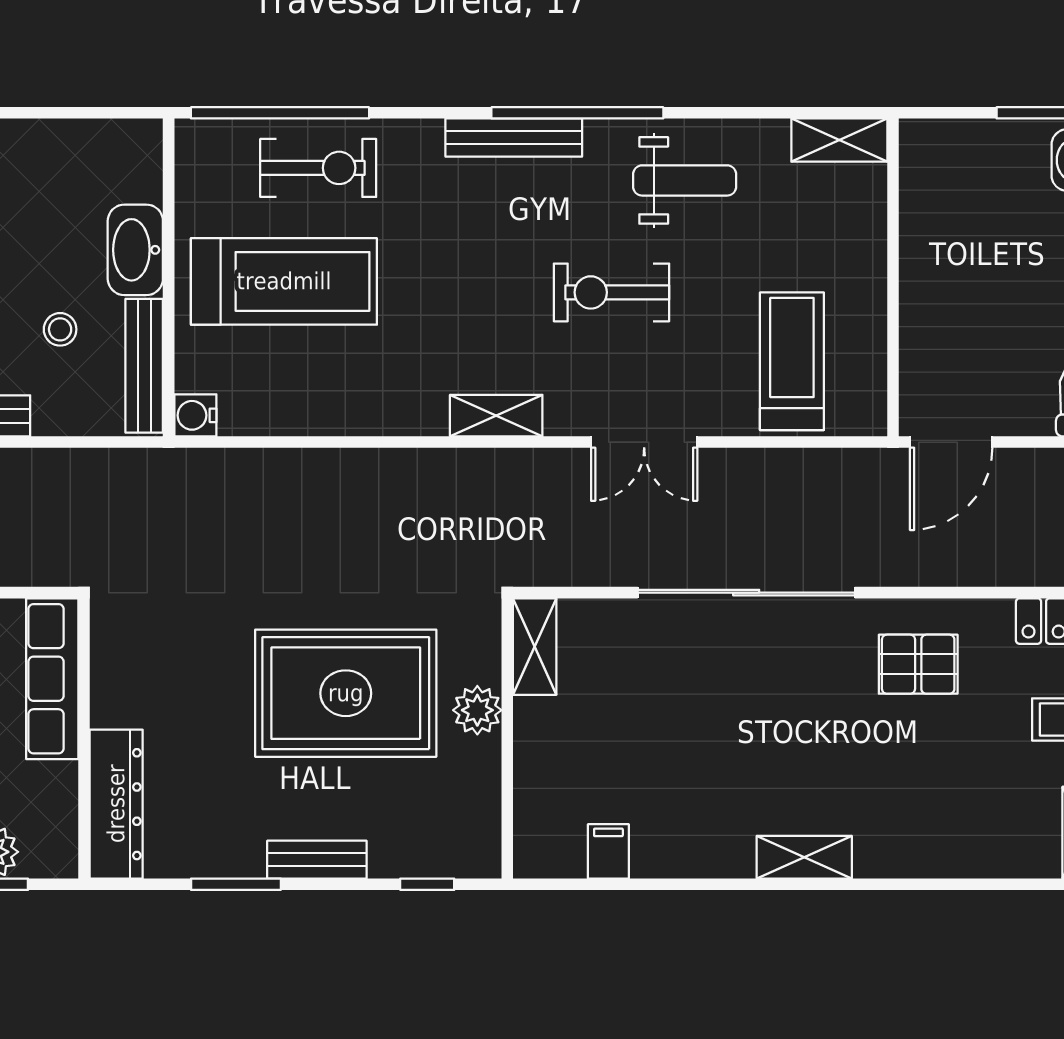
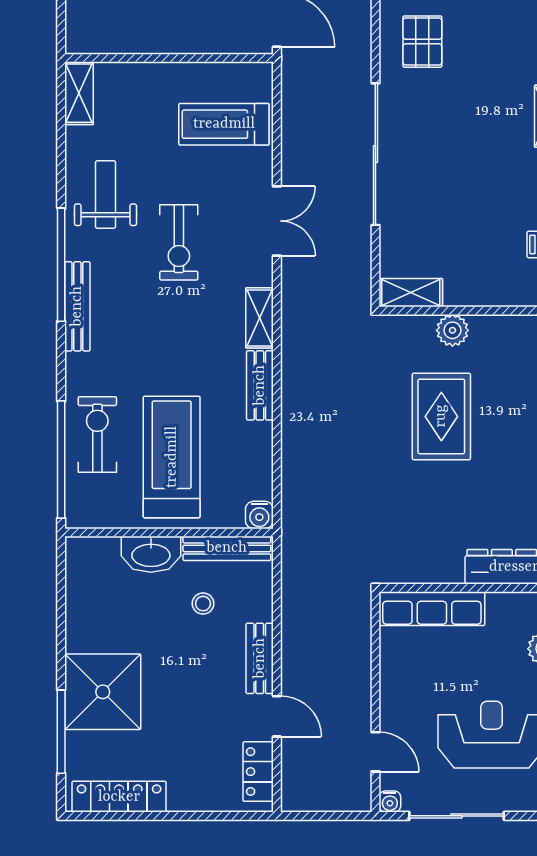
bench: (393, 416) -> (260, 385), added
rug: (346, 693) -> (441, 416), width x0.73, depth x0.69

